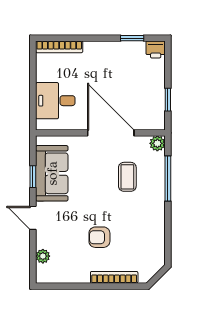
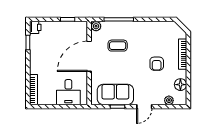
floor lamp: (67, 274) -> (180, 85), added

